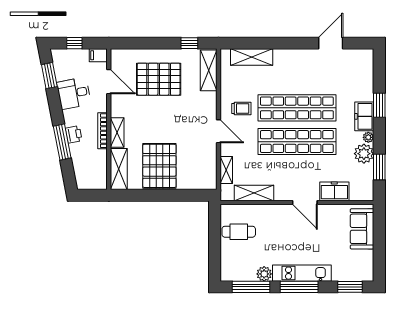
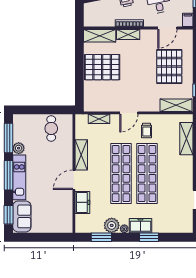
shelving: (254, 193) -> (81, 155), moved
sofa: (362, 229) -> (22, 216), moved, turned 90

